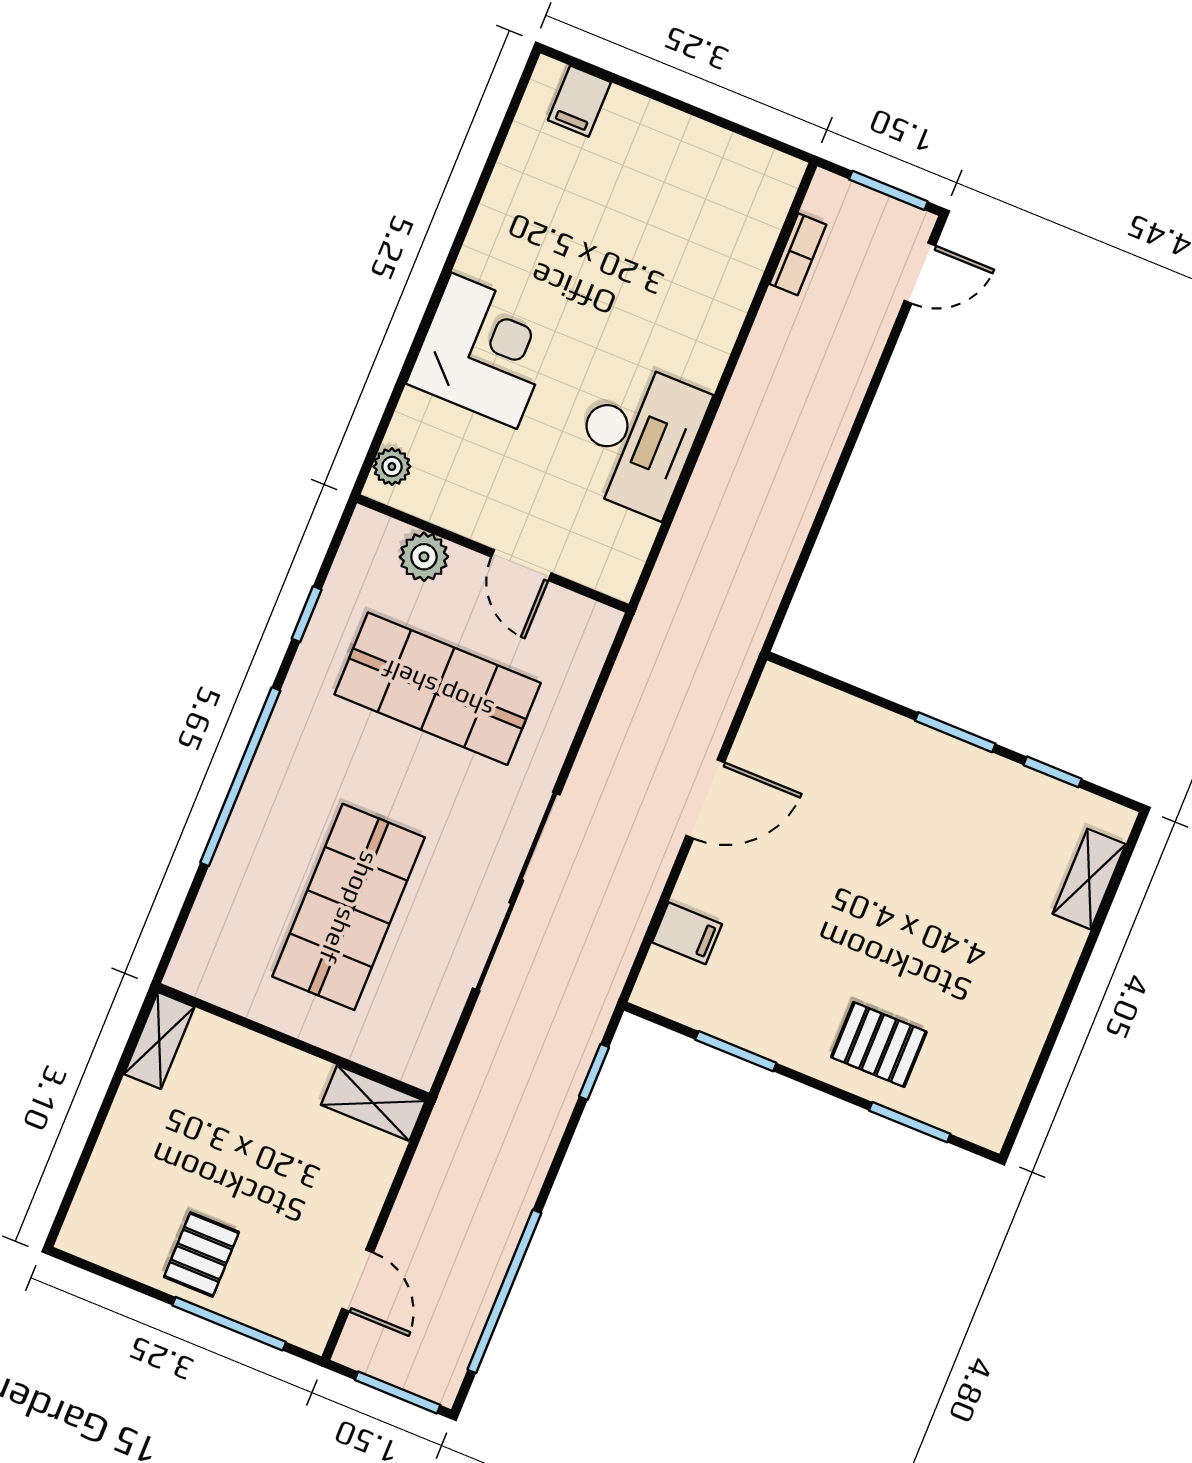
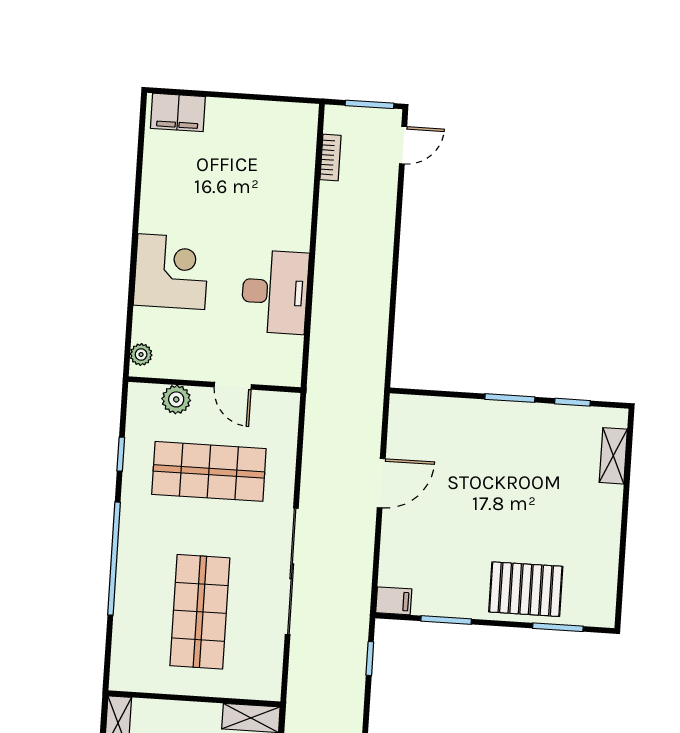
filing cabinet: (579, 101) -> (178, 112), width x2.00
filing cabinet: (687, 933) -> (394, 601), moved
pallet: (879, 1044) -> (526, 589), width x1.50, depth x1.42

